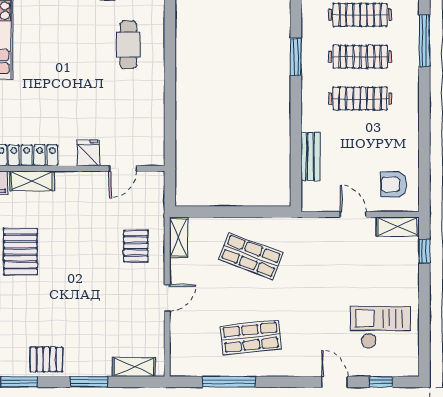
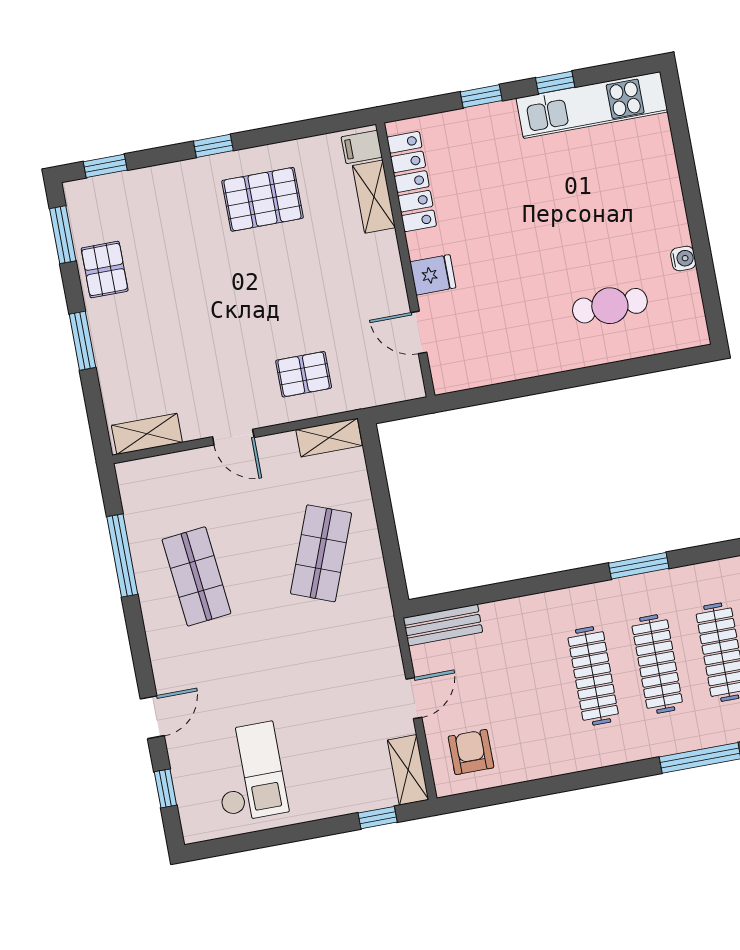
bench: (310, 156) -> (443, 625), moved
shelving: (134, 367) -> (147, 434), moved, turned 90

